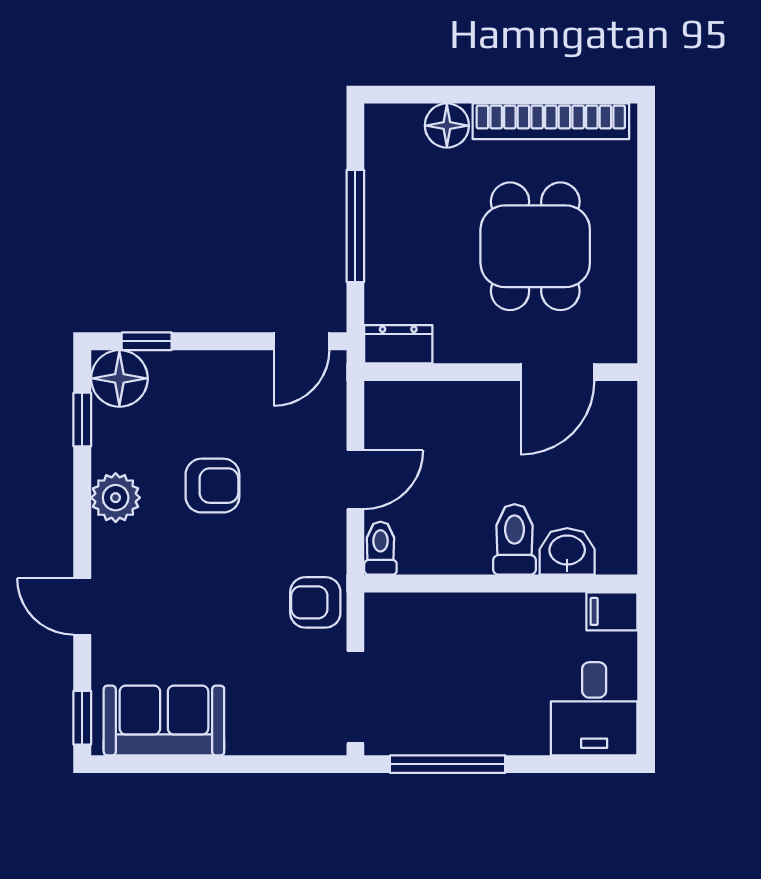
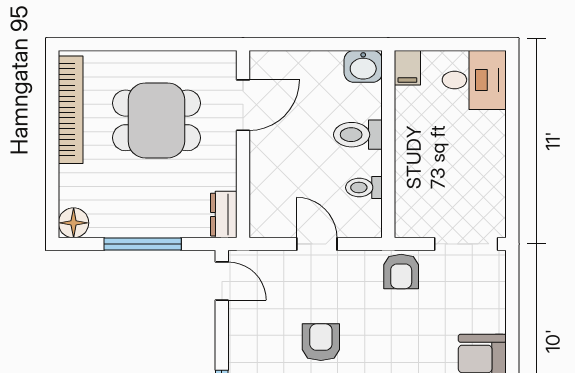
floor lamp: (447, 126) -> (74, 223), moved
door: (558, 372) -> (243, 105), hinge flipped
toilet: (380, 548) -> (364, 188), moved
washbasin: (567, 551) -> (363, 66), moved, turned -90
window: (448, 764) -> (512, 181), removed

